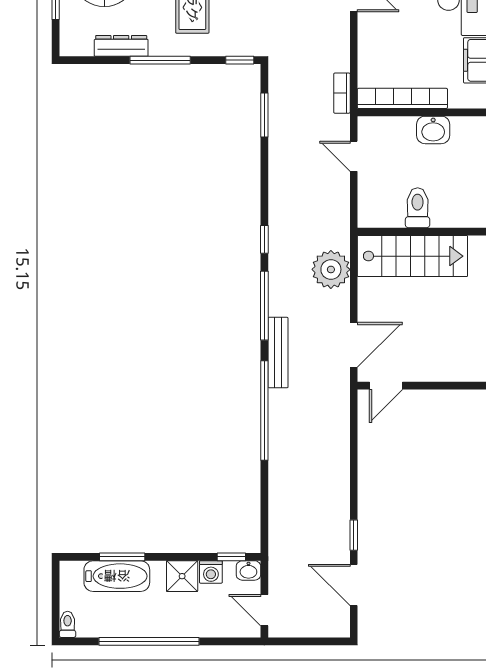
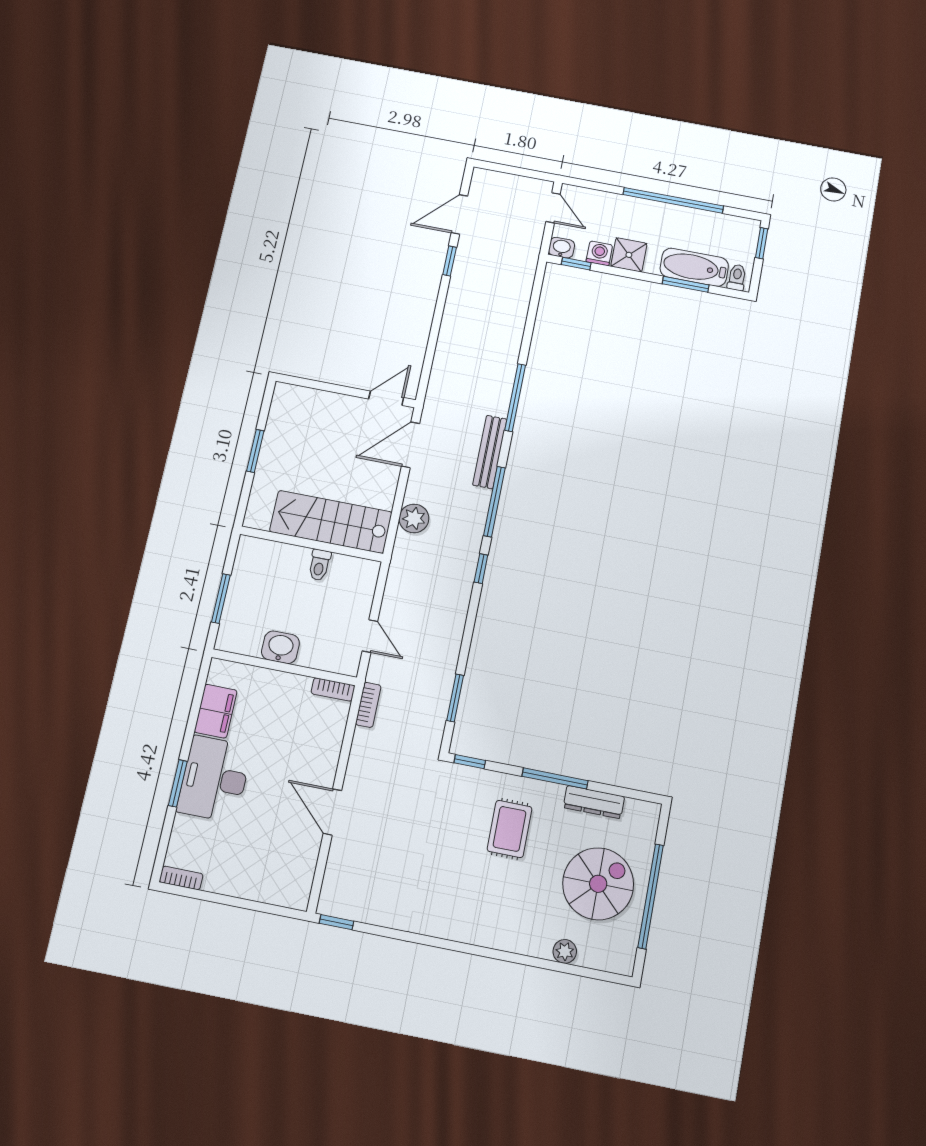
bookcase: (402, 98) -> (333, 689), width x0.43, depth x0.76
toilet: (418, 208) -> (319, 565), width x0.73, depth x0.72
plant: (331, 269) -> (414, 518), width x0.73, depth x0.73
window: (264, 411) -> (515, 398), width x0.68
door: (354, 585) -> (459, 214), swing flipped
window: (56, 614) -> (762, 243), added
toilet: (68, 624) -> (737, 277), moved, turned 180

